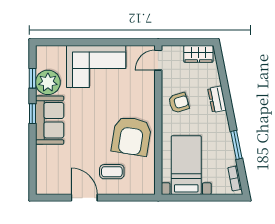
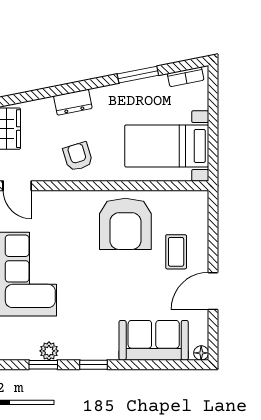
plant: (48, 82) -> (49, 351), width x0.53, depth x0.53
sofa: (50, 120) -> (154, 340), moved
armchair: (131, 136) -> (125, 224), turned 81
floor lamp: (41, 189) -> (201, 353), added

